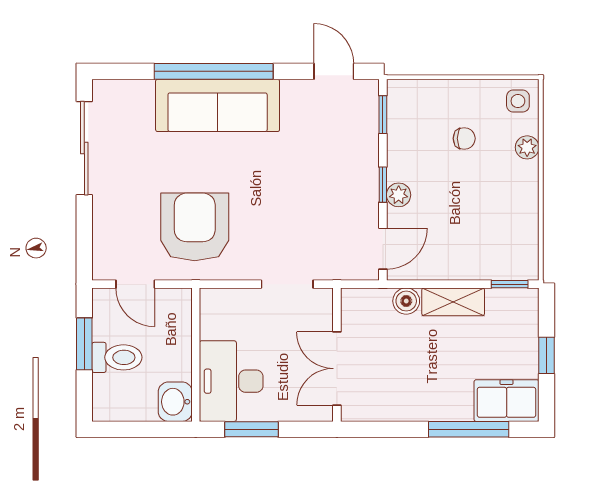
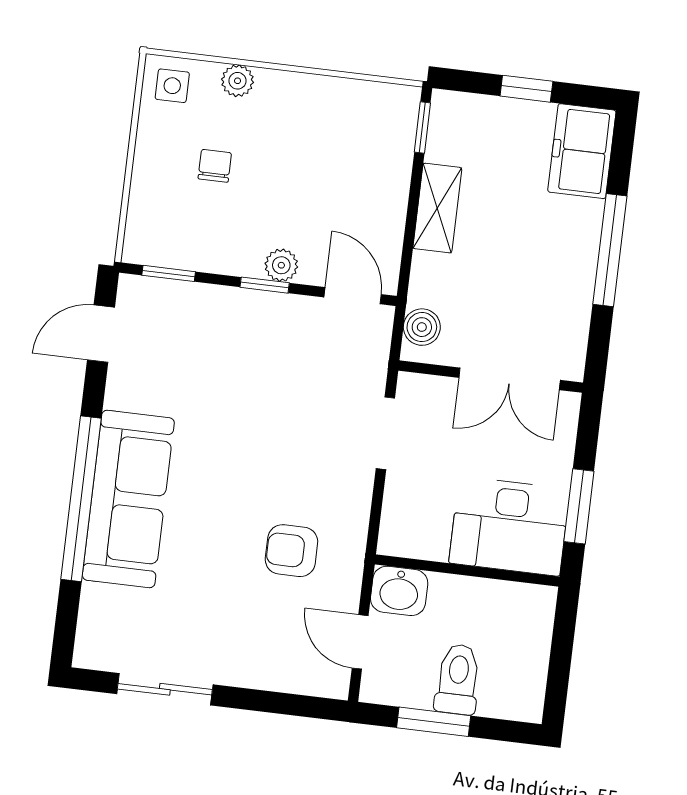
sliding door: (84, 148) -> (165, 689), width x0.73
armchair: (195, 227) -> (291, 551), width x0.53, depth x0.53
door: (135, 284) -> (360, 642), swing flipped
boiler: (406, 301) -> (422, 327), moved
washbasin: (175, 402) -> (399, 591), moved
window: (469, 429) -> (610, 250), moved

